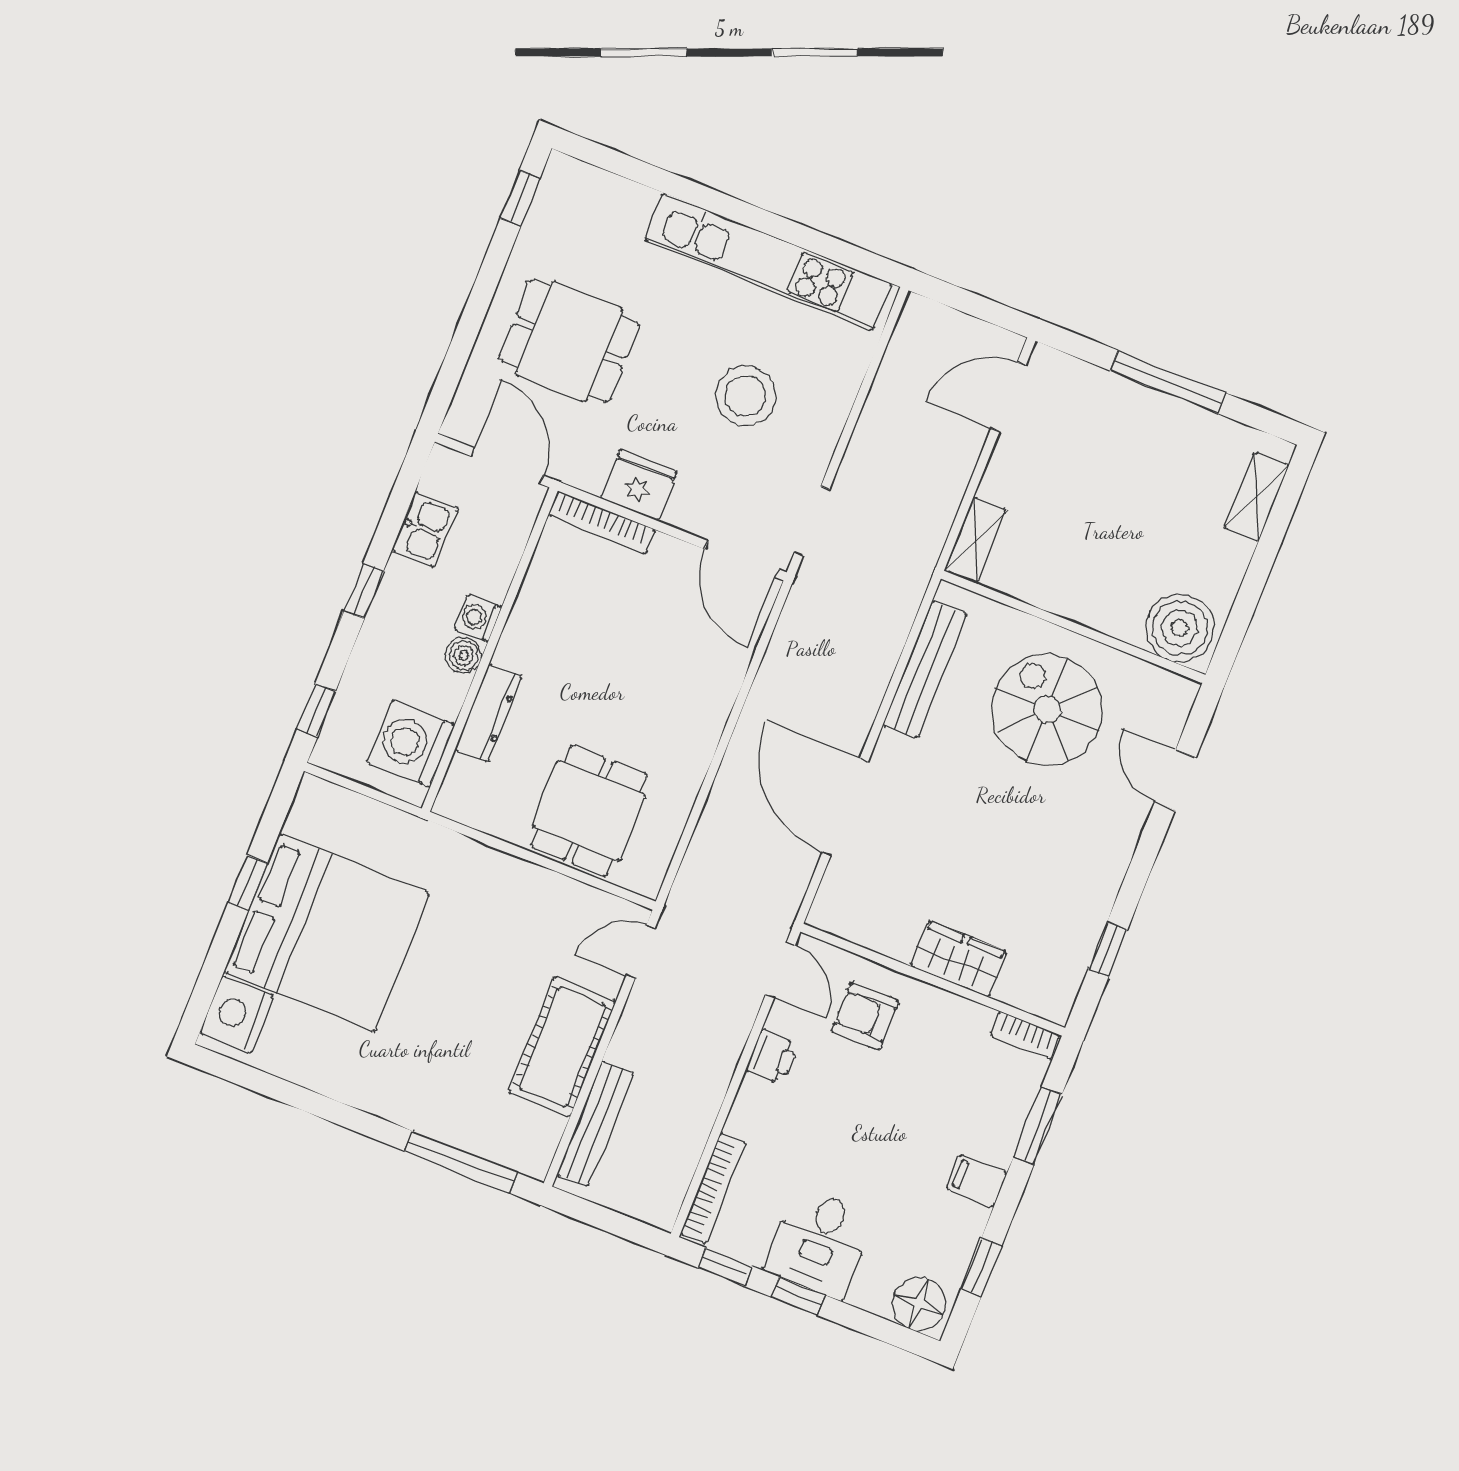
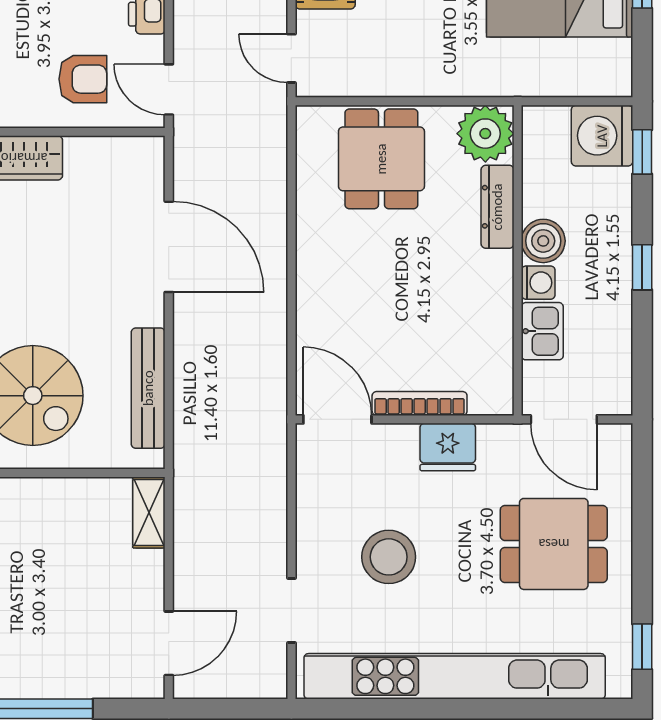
kitchen unit: (768, 262) -> (455, 676), width x1.36
doorway: (812, 521) -> (291, 610), moved
bookcase: (602, 523) -> (420, 403), moved
kitchen sink: (425, 529) -> (542, 331), moved, turned 180
boiler: (464, 655) -> (543, 241), width x1.36, depth x1.36
washing machine: (411, 744) -> (602, 136), moved, turned 180
plant: (471, 794) -> (485, 134), added
door: (641, 952) -> (291, 58), swing flipped

